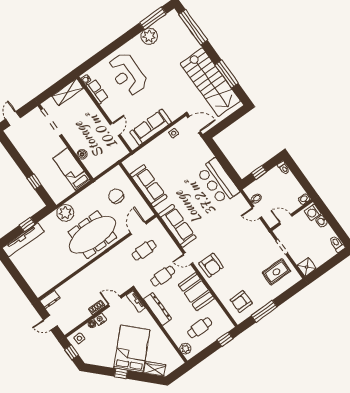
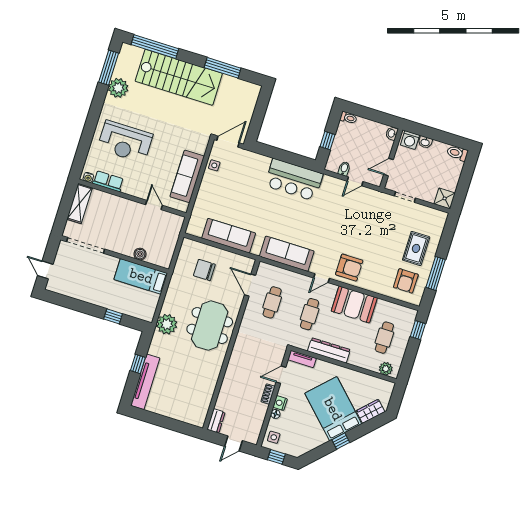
stairs: (210, 82) -> (179, 77), moved
meeting table: (92, 235) -> (210, 326), width x0.73
rug: (276, 272) -> (416, 248), moved

